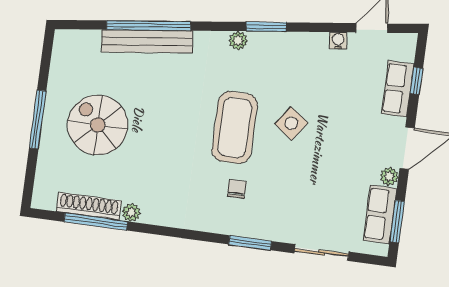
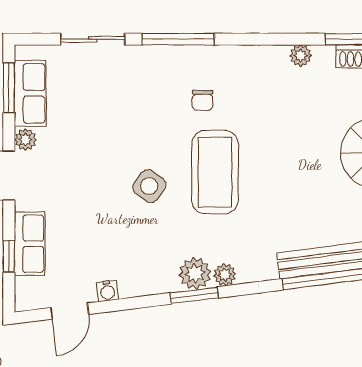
plant: (263, 45) -> (195, 274), added
plant: (131, 212) -> (301, 56), moved
window: (250, 243) -> (178, 39), width x1.44

